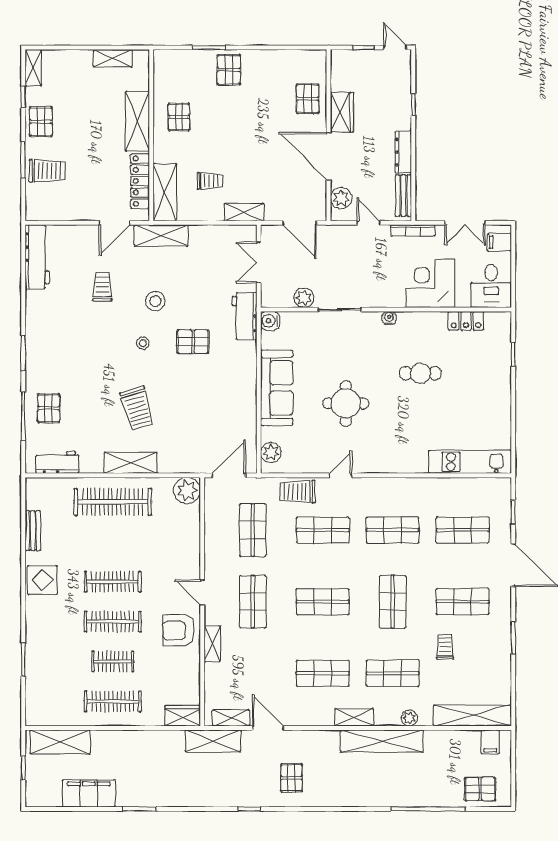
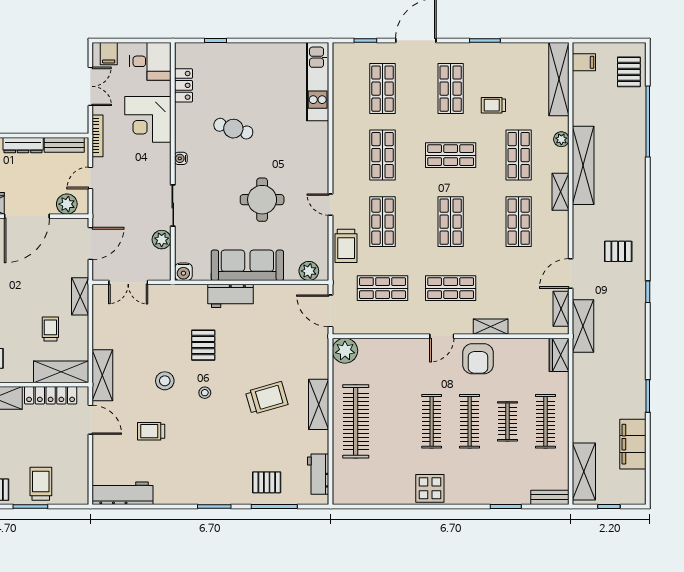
workbench: (245, 316) -> (231, 296), moved
cafe table: (420, 373) -> (233, 129), turned -74
bench: (33, 531) -> (550, 497), moved

